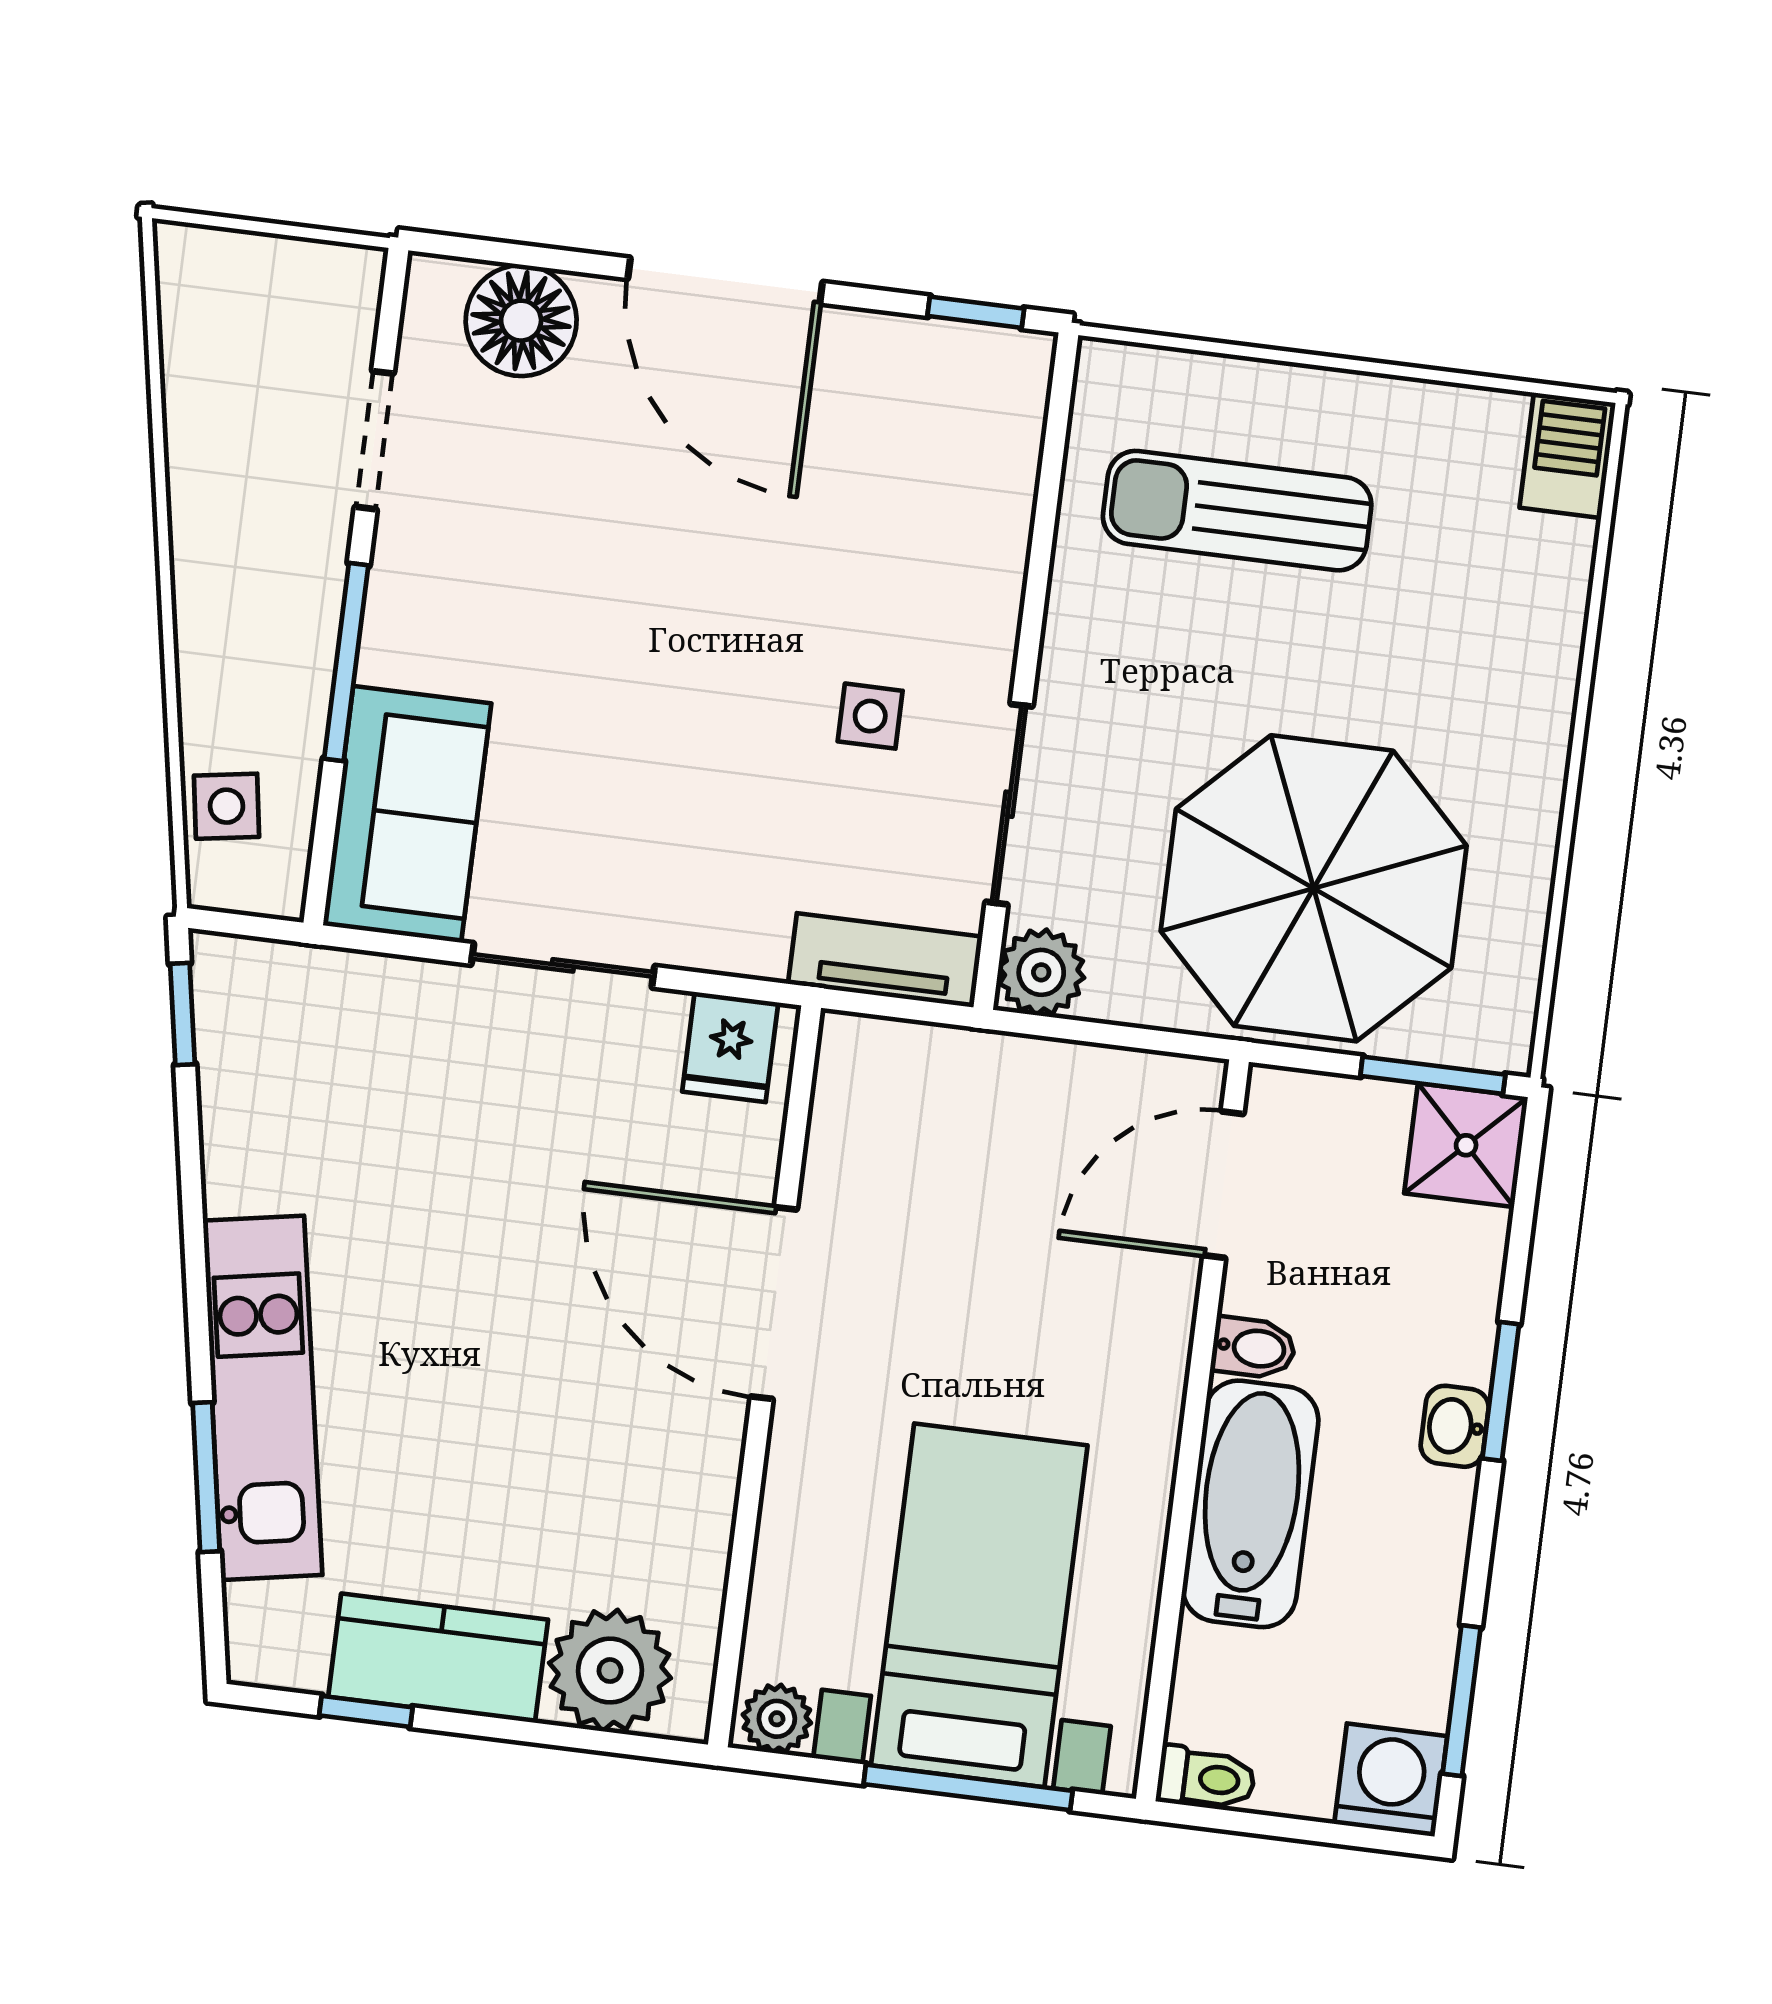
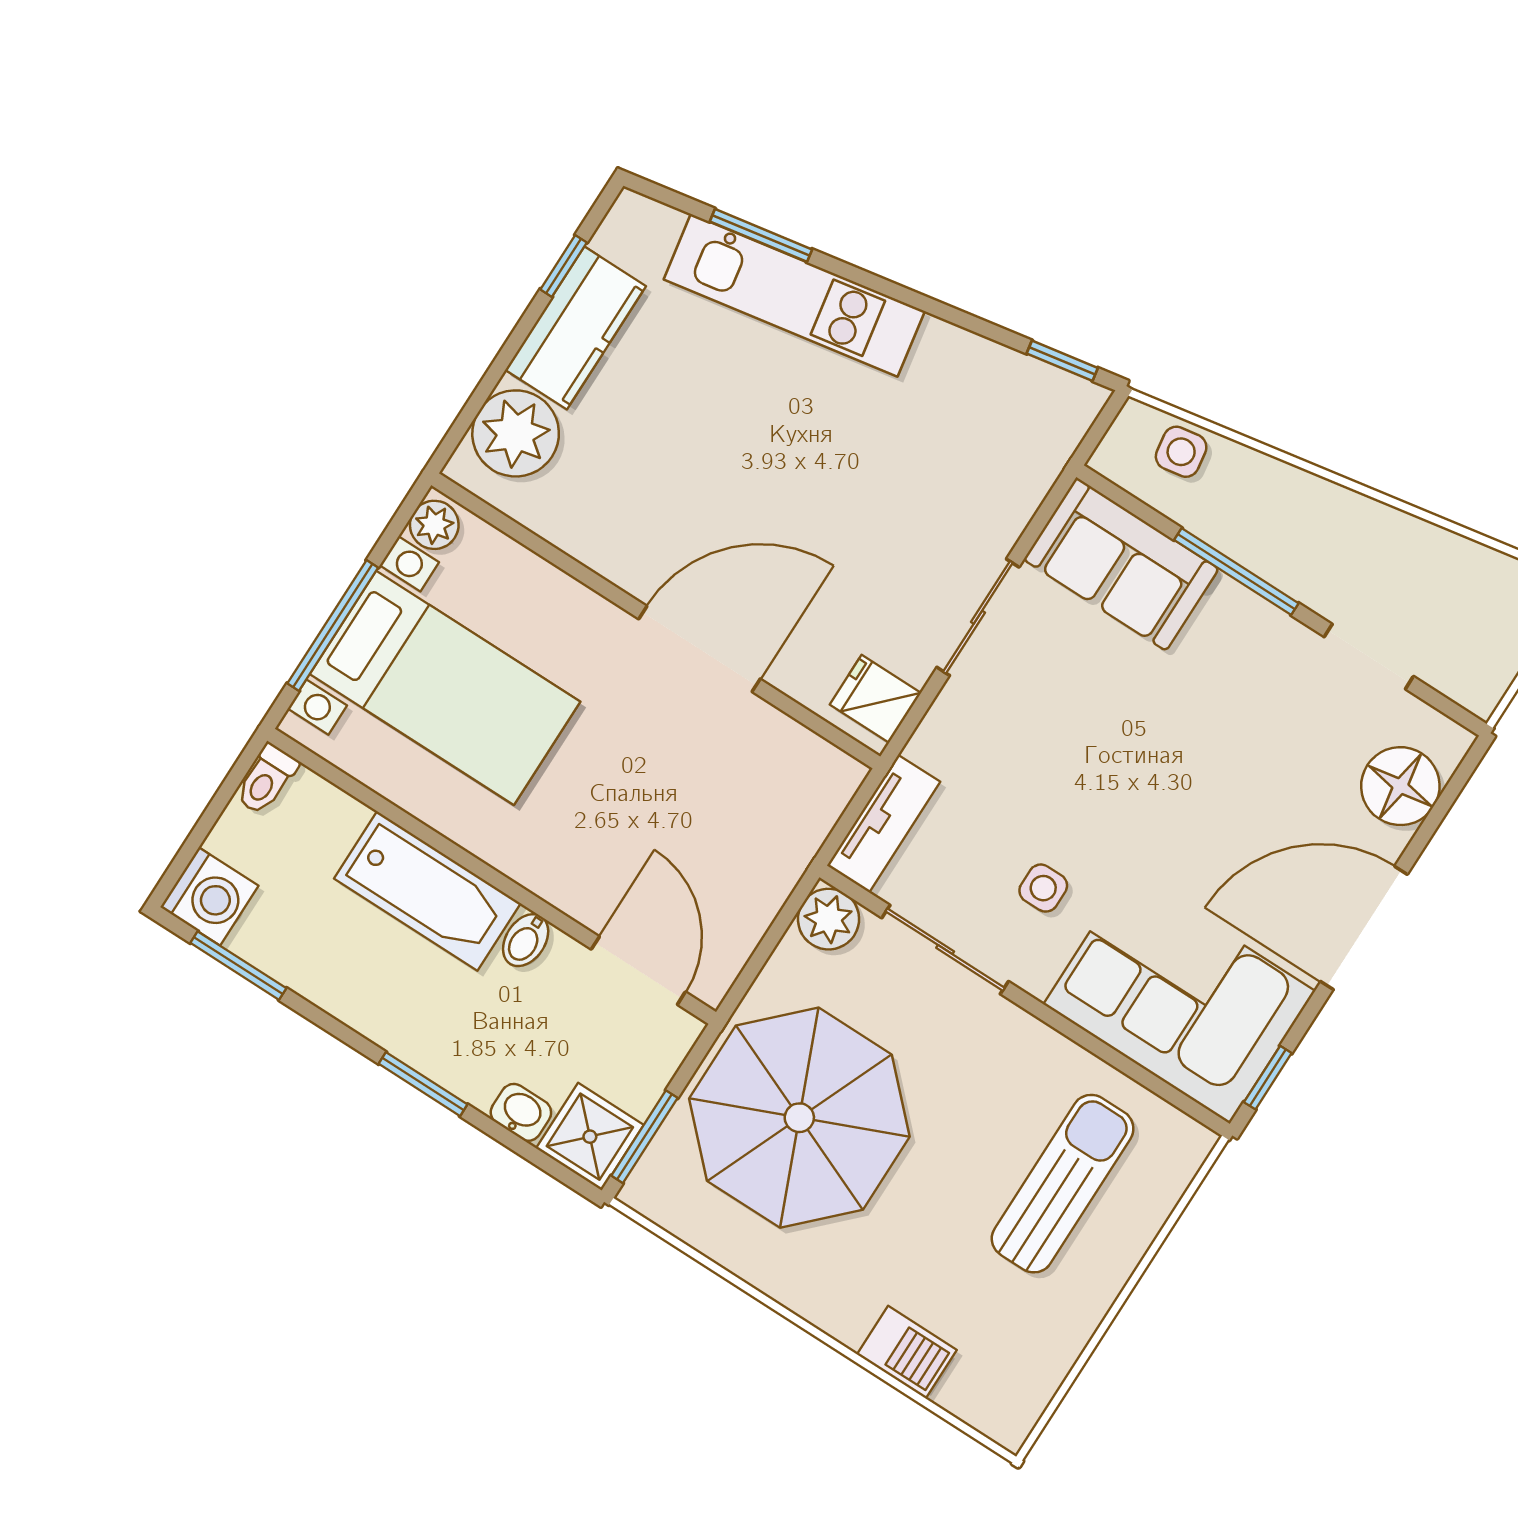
barbecue: (1568, 455) -> (907, 1352), moved
corner sofa: (927, 475) -> (1179, 998), added
washbasin: (1455, 1426) -> (521, 1112), moved

